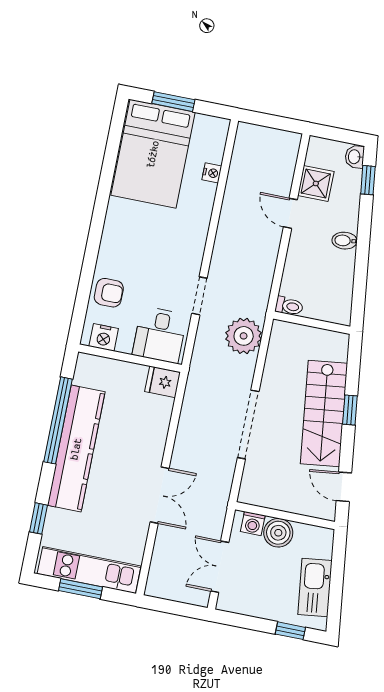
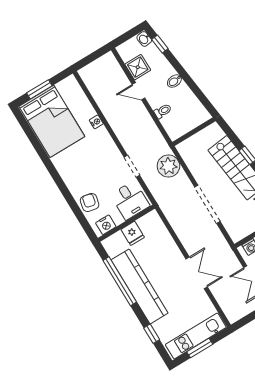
nightstand: (212, 173) -> (96, 122), moved
armchair: (109, 293) -> (90, 202), turned -78
toilet: (289, 306) -> (163, 111), moved
fridge: (163, 382) -> (133, 233), moved, turned -90

